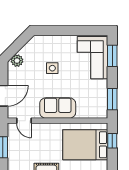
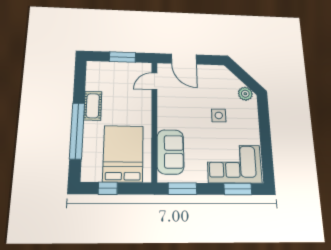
plant: (17, 61) -> (245, 94), moved
sofa: (58, 108) -> (170, 152), moved
window: (112, 141) -> (108, 188), moved

